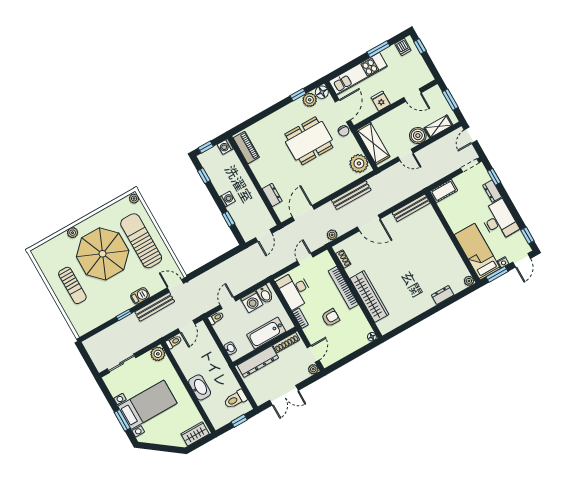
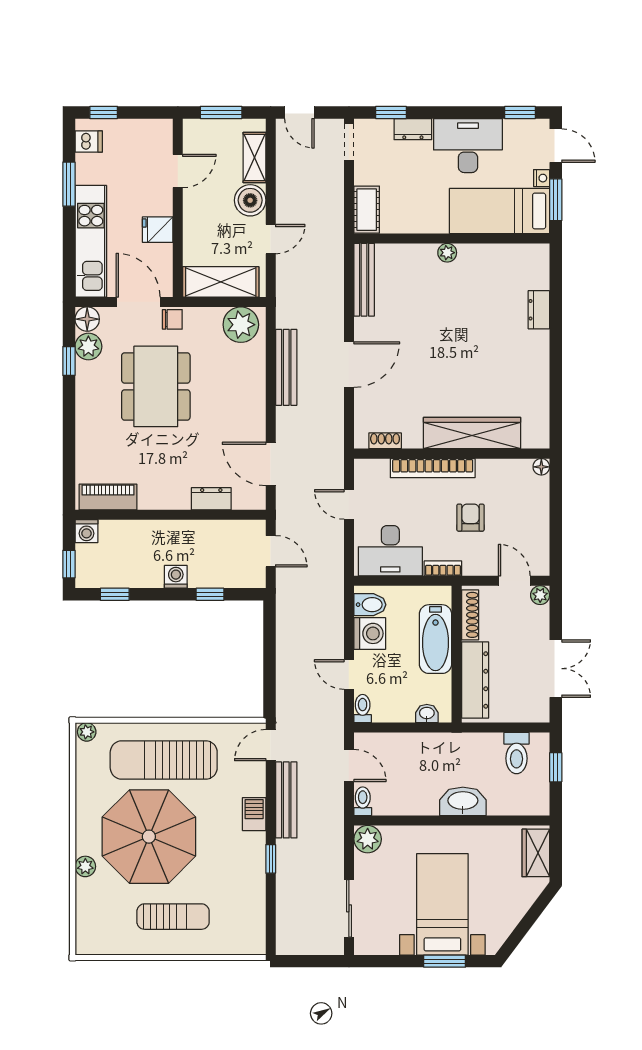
plant: (332, 235) -> (334, 437), removed
plant: (469, 281) -> (447, 253), moved

